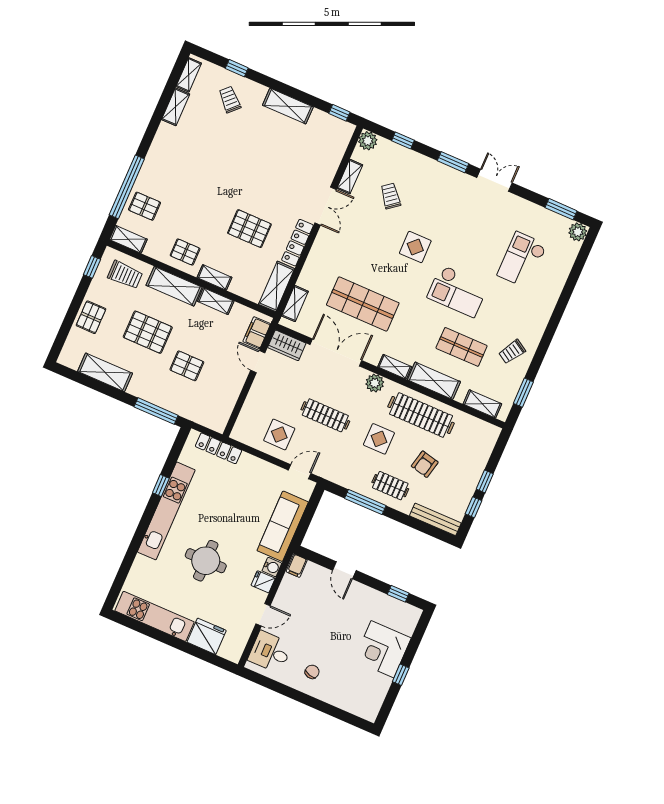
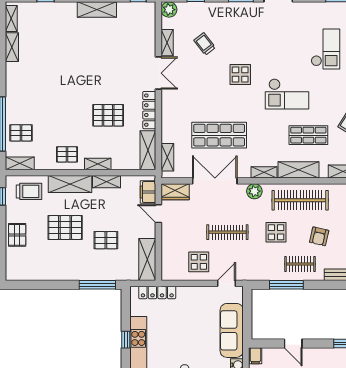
trolley: (230, 100) -> (51, 24), removed
checkout: (522, 260) -> (325, 49), turned 180
shelving: (105, 372) -> (147, 259), moved, turned 90

